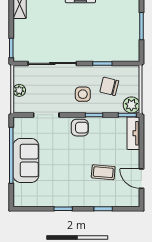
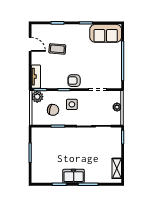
sofa: (26, 160) -> (106, 33), moved, turned -90

